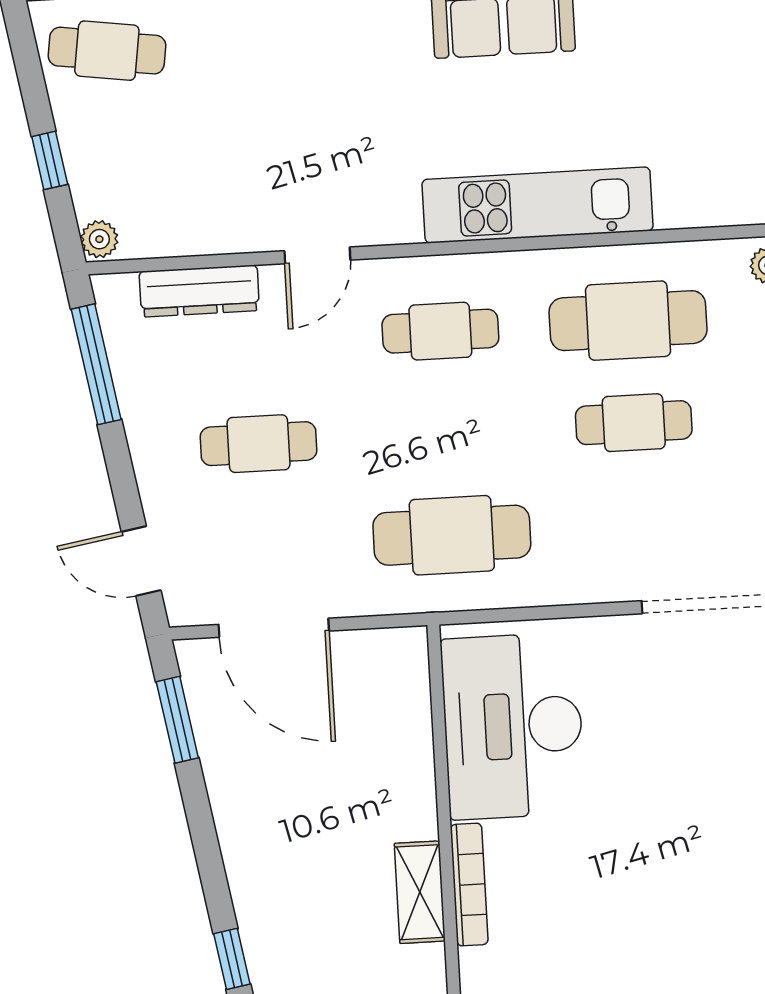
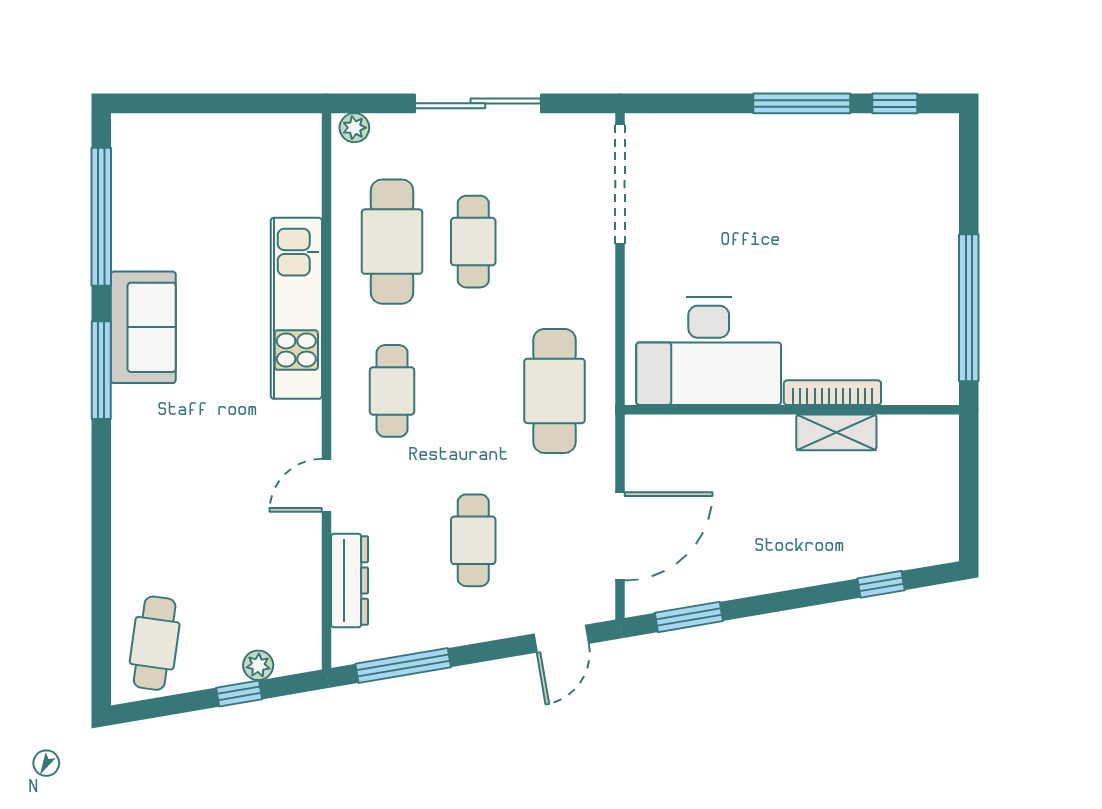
plant: (99, 239) -> (258, 665), moved
door: (317, 255) -> (326, 485), swing flipped

